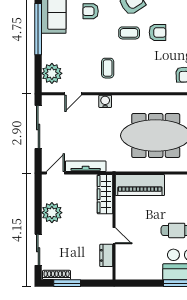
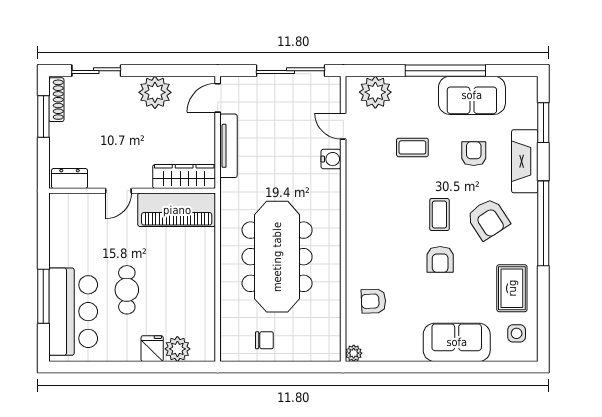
coffee table: (108, 68) -> (412, 147), moved
water cooler: (105, 101) -> (331, 159), moved
door: (55, 173) -> (218, 98), swing flipped
piano: (140, 185) -> (177, 210), moved, turned -90
dresser: (106, 255) -> (70, 178), moved

